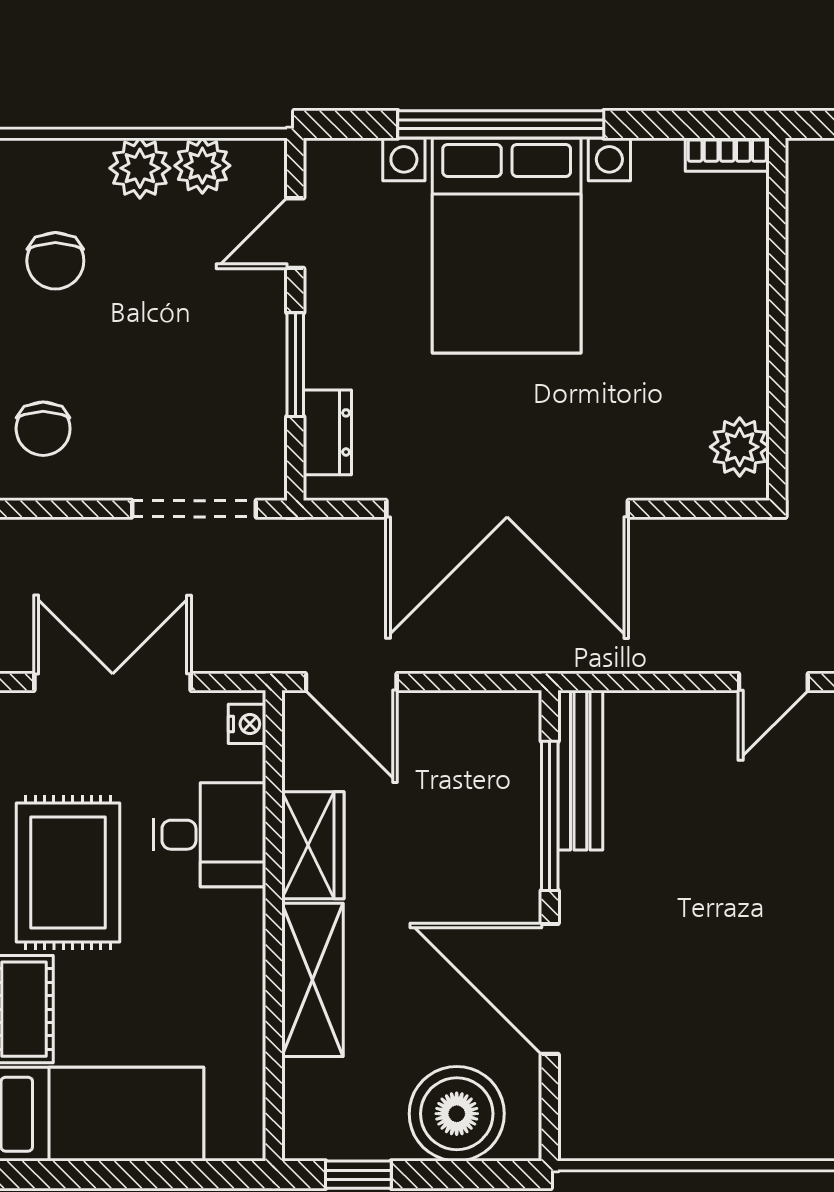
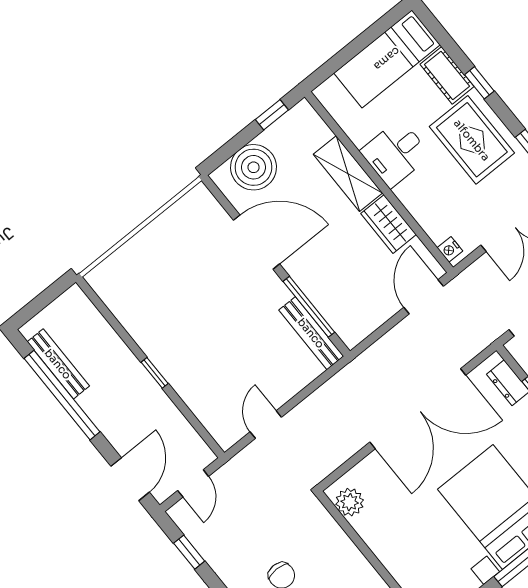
double door: (507, 509) -> (418, 409), swing flipped
door: (351, 682) -> (424, 297), hinge flipped
desk: (209, 835) -> (395, 153), moved

